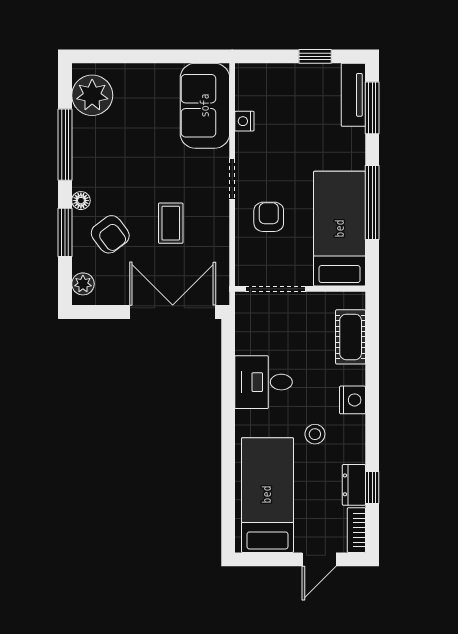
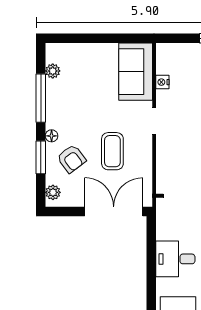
plant: (92, 95) -> (53, 71), width x0.53, depth x0.53
armchair: (269, 217) -> (179, 147), removed
coffee table: (171, 223) -> (112, 151), width x1.36, depth x1.30

